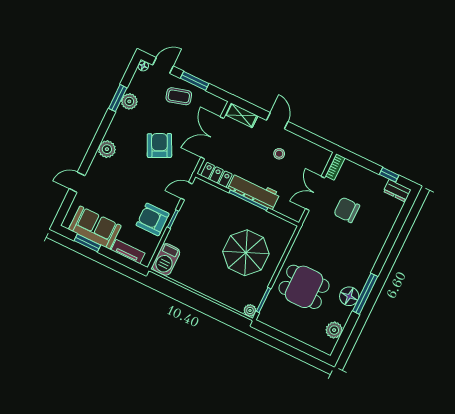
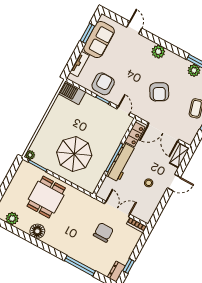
double door: (212, 138) -> (163, 132), swing flipped
armchair: (159, 146) -> (159, 92), turned 86
window: (365, 294) -> (80, 266), moved

